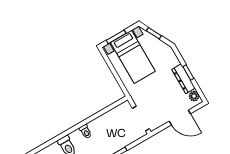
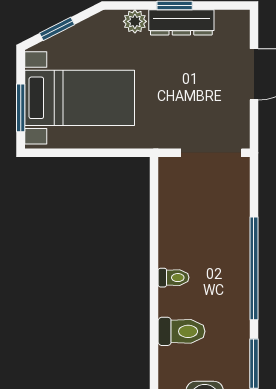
plant: (194, 96) -> (135, 21), moved

